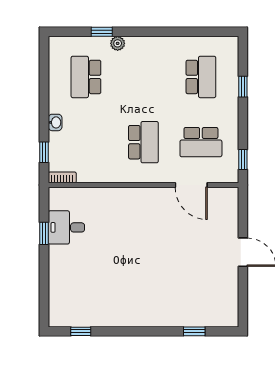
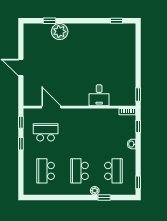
window: (44, 57) -> (138, 182), added
window: (243, 87) -> (21, 144), moved
school desk: (143, 142) -> (79, 171), moved
desk: (66, 227) -> (99, 95), moved, turned 90
window: (44, 233) -> (138, 94), moved
plant: (177, 313) -> (60, 32), added

